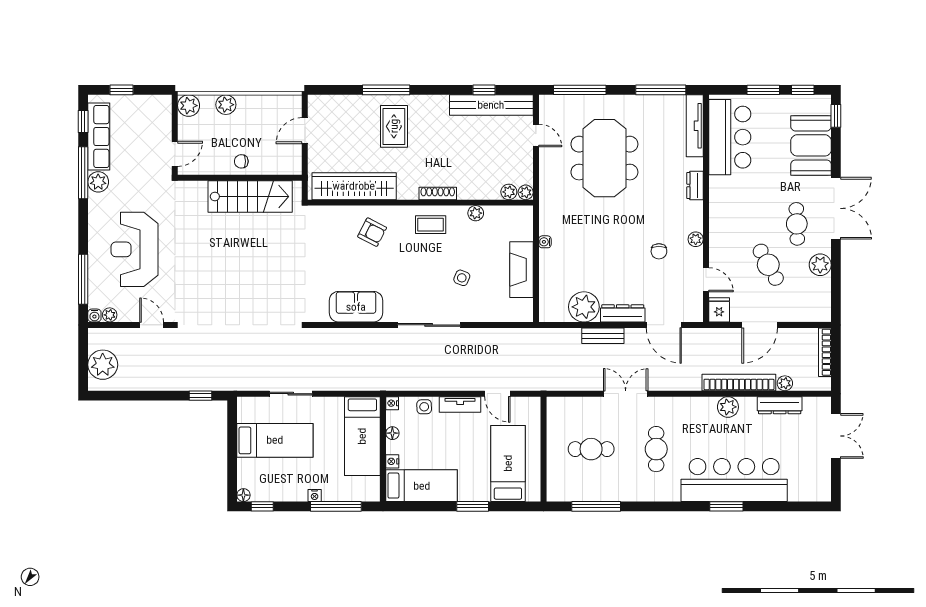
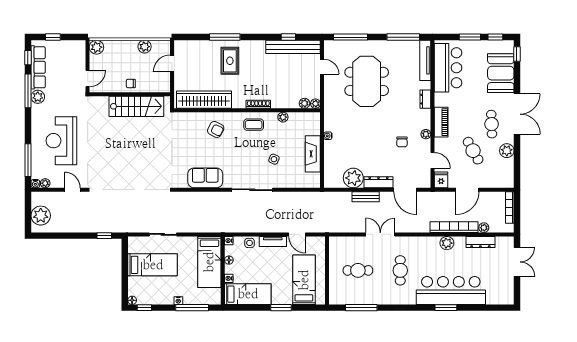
plant: (226, 105) -> (145, 47), moved
piano: (719, 221) -> (441, 122), added

